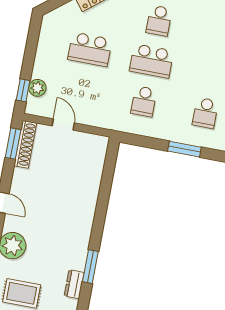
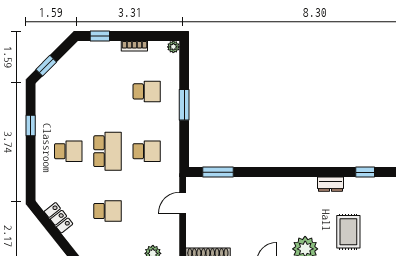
school desk: (90, 49) -> (107, 211), width x0.54
door: (63, 124) -> (183, 203), moved
window: (90, 267) -> (218, 172), moved

